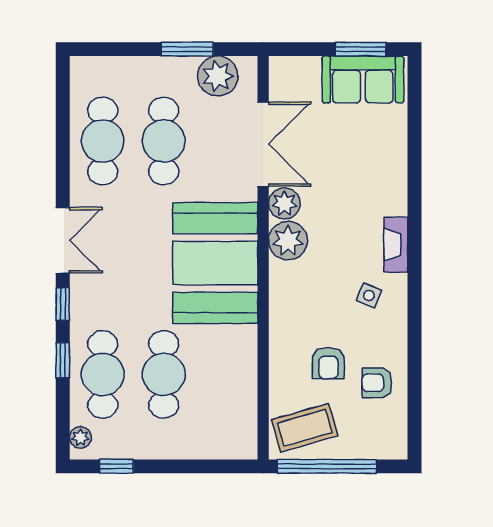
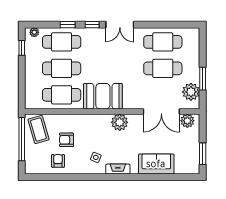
sofa: (363, 79) -> (156, 164), moved, turned 90
plant: (284, 203) -> (187, 121), moved
booth: (215, 263) -> (103, 96), width x0.73, depth x0.70
cafe table: (225, 374) -> (62, 95), added

